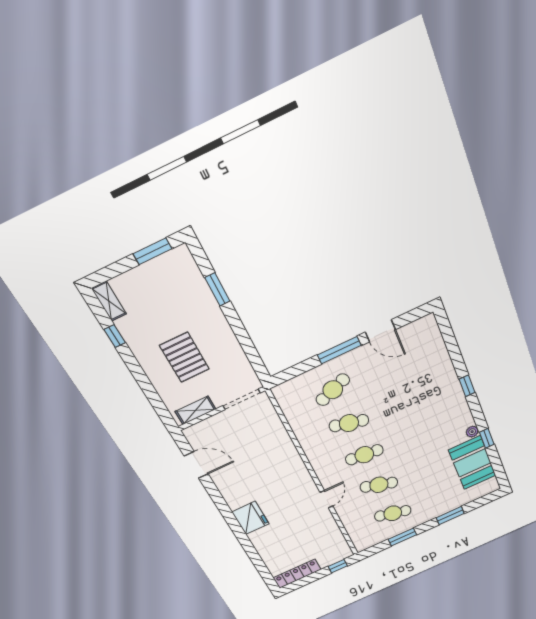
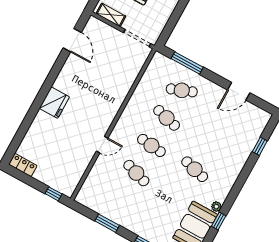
door: (380, 331) -> (239, 91), hinge flipped
window: (339, 350) -> (187, 63), moved
window: (467, 386) -> (260, 146), moved
cafe table: (393, 513) -> (195, 169), moved
locker: (297, 574) -> (23, 165), width x0.66

